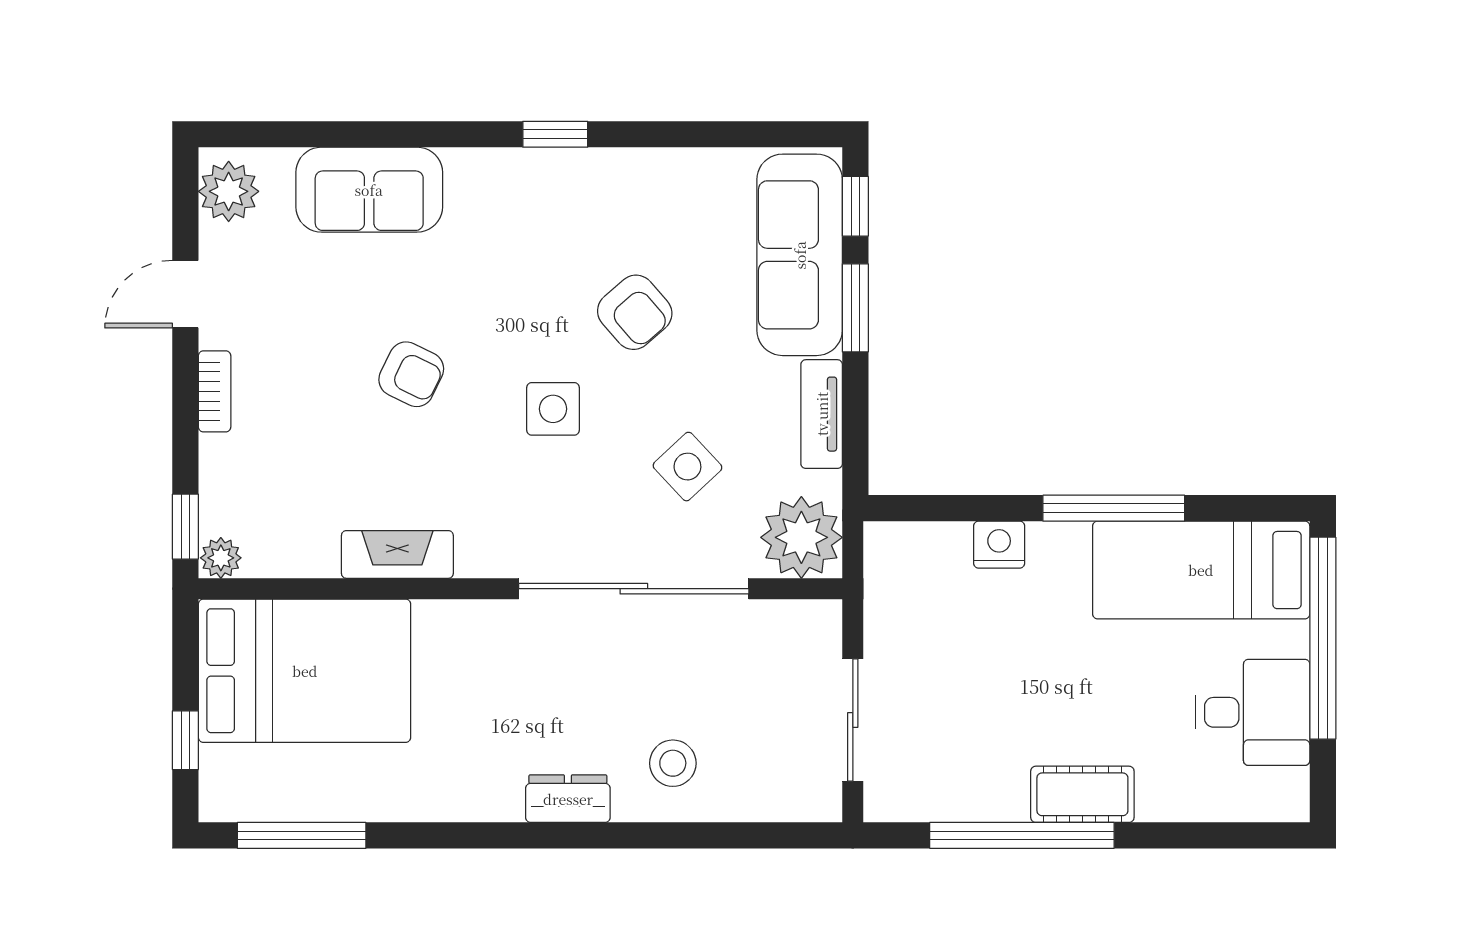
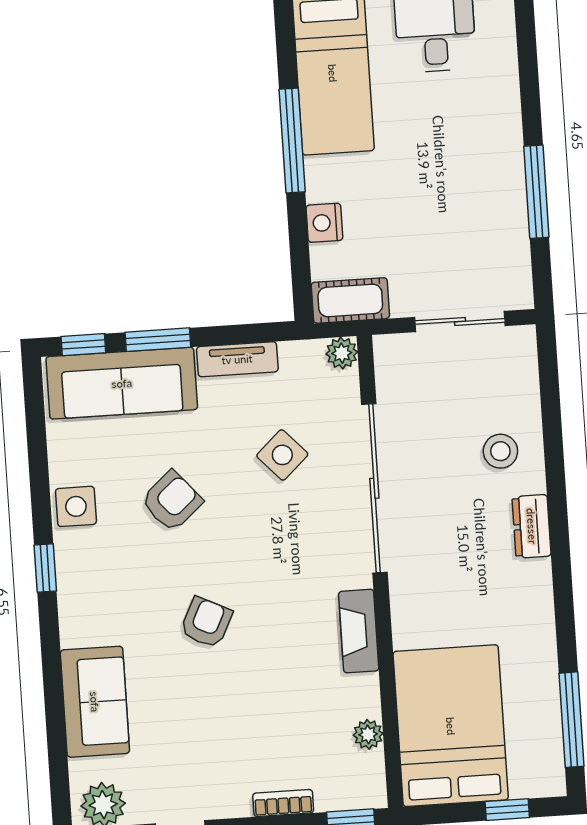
armchair: (411, 374) -> (206, 622), moved
bookcase: (215, 391) -> (283, 803), moved
side table: (553, 409) -> (76, 506), moved
plant: (801, 537) -> (342, 353), width x0.53, depth x0.53
fireplace: (397, 554) -> (359, 631), moved
plant: (221, 558) -> (368, 734), moved
cot: (1082, 794) -> (350, 300), moved, turned 90
window: (1022, 835) -> (536, 192), width x0.68

